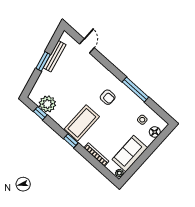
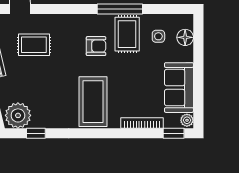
rug: (78, 69) -> (34, 45), added
plant: (47, 104) -> (18, 115), moved
rug: (128, 105) -> (127, 34), added
window: (71, 141) -> (174, 133), moved

